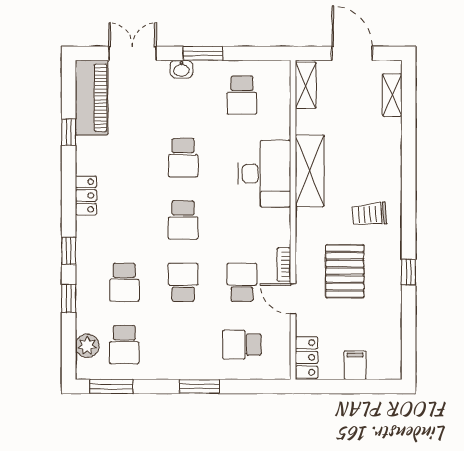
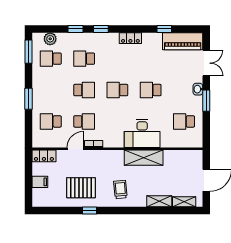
shelving: (306, 85) -> (159, 201), moved
pallet: (345, 271) -> (81, 188), moved
school desk: (242, 345) -> (51, 121), turned -90

